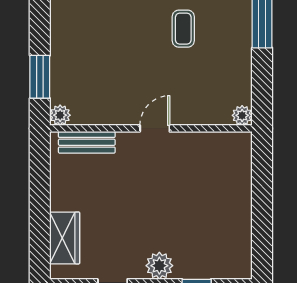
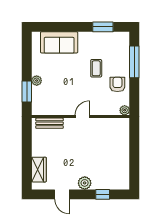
armchair: (227, 62) -> (117, 84), added
plant: (60, 115) -> (37, 81), moved

